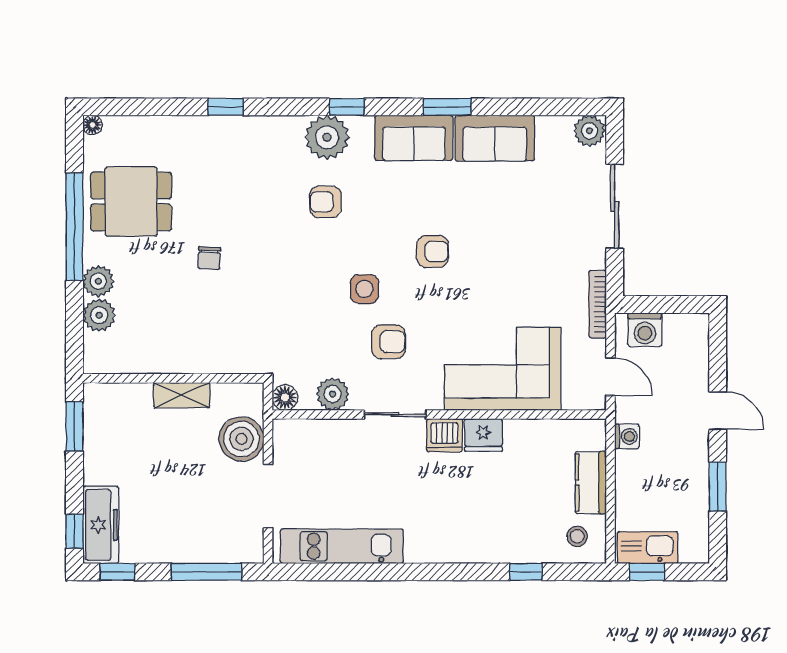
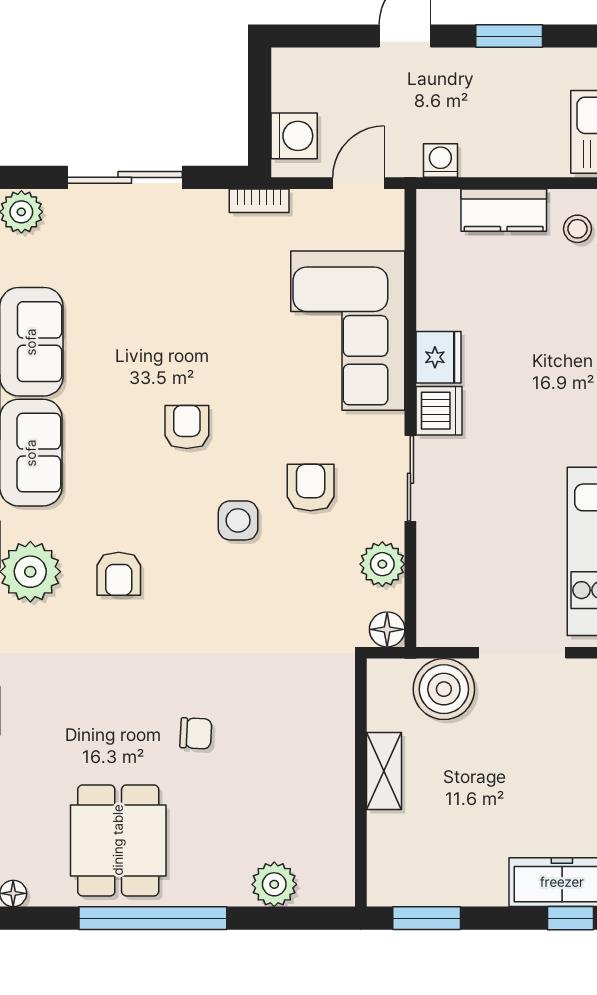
plant: (98, 281) -> (227, 885), removed
bookcase: (598, 304) -> (259, 201), width x0.64

